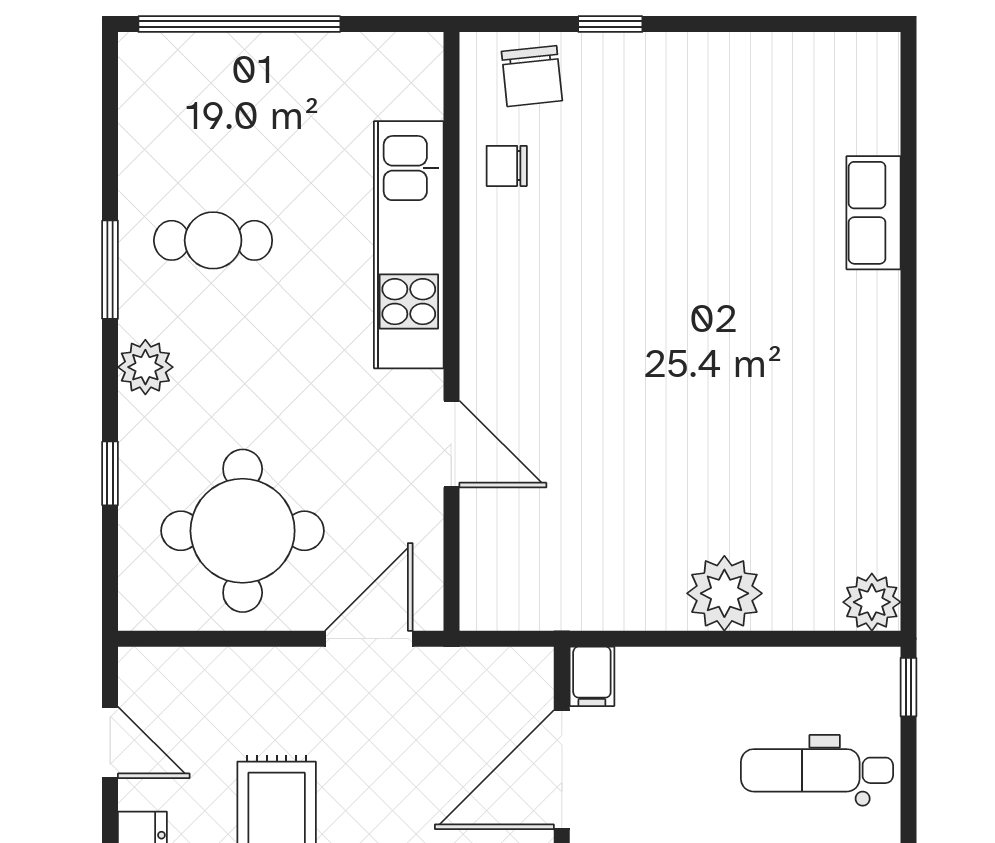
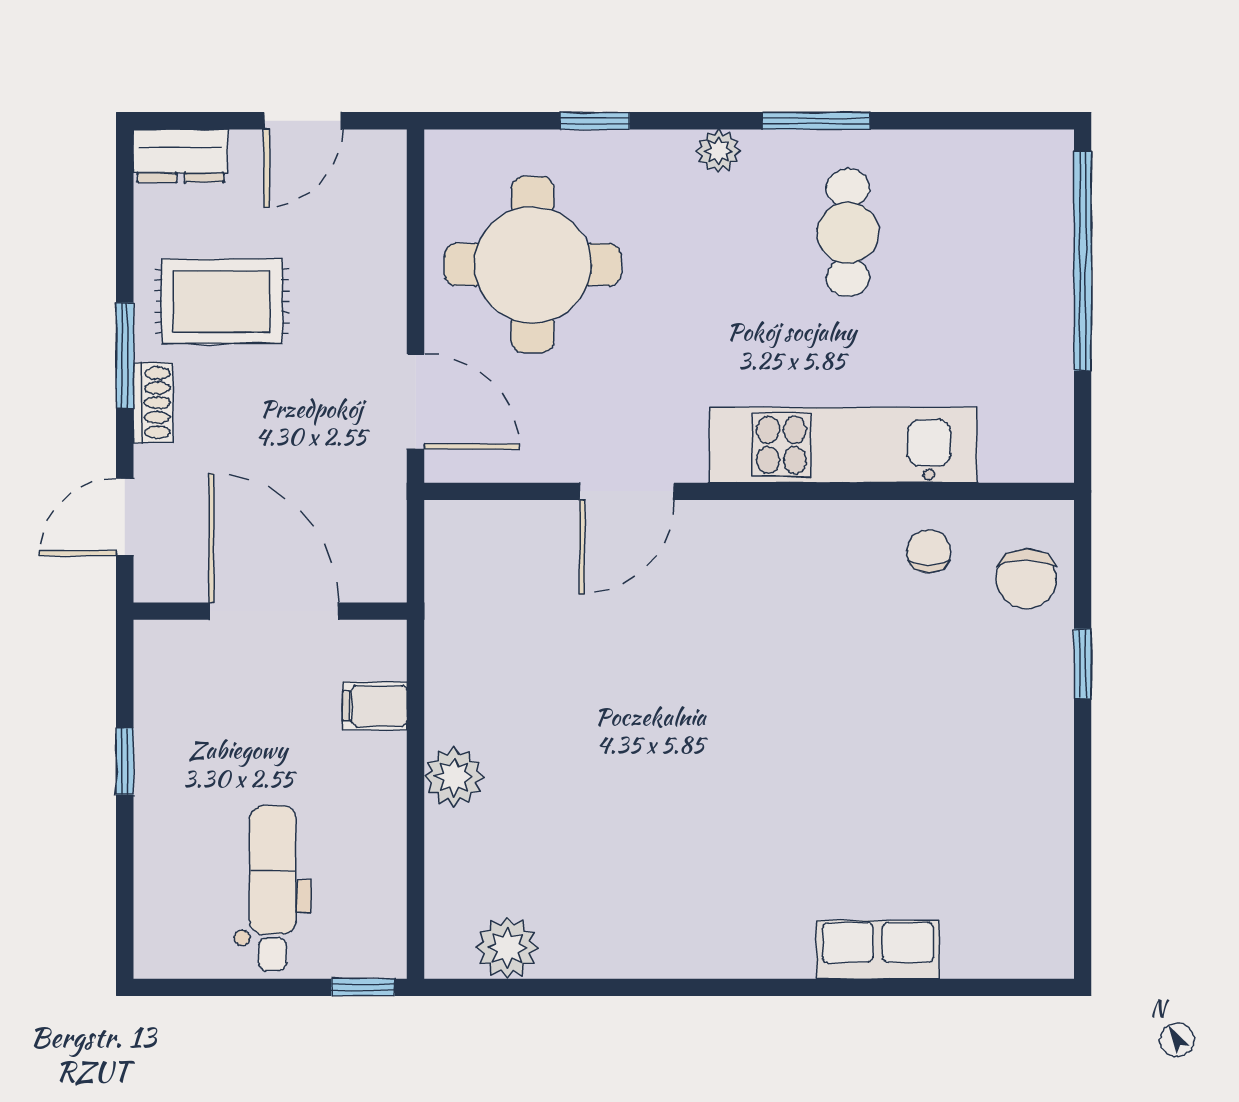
chair: (532, 76) -> (1026, 579), turned -84
plant: (145, 367) -> (718, 151), width x0.73, depth x0.73
plant: (724, 593) -> (454, 777), width x0.73, depth x0.73
plant: (872, 602) -> (507, 948), moved
filing cabinet: (592, 676) -> (375, 706), moved

